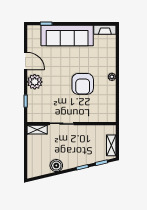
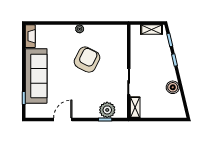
plant: (35, 82) -> (107, 110), moved
armchair: (83, 84) -> (87, 60), turned -63

